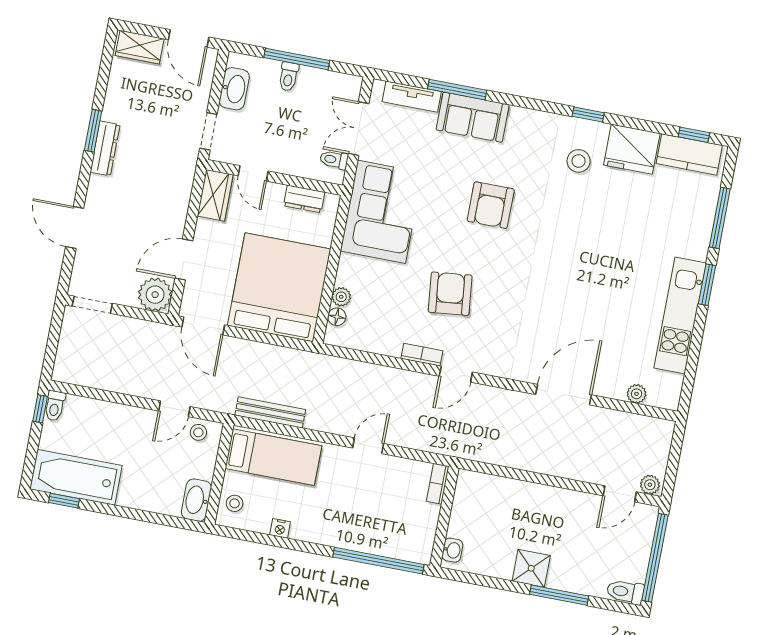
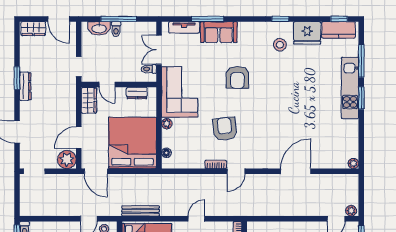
washbasin: (234, 89) -> (99, 28), moved, turned 90
plant: (341, 297) -> (167, 124), moved
kitchen unit: (680, 316) -> (350, 88), moved
plant: (637, 394) -> (353, 163), moved

